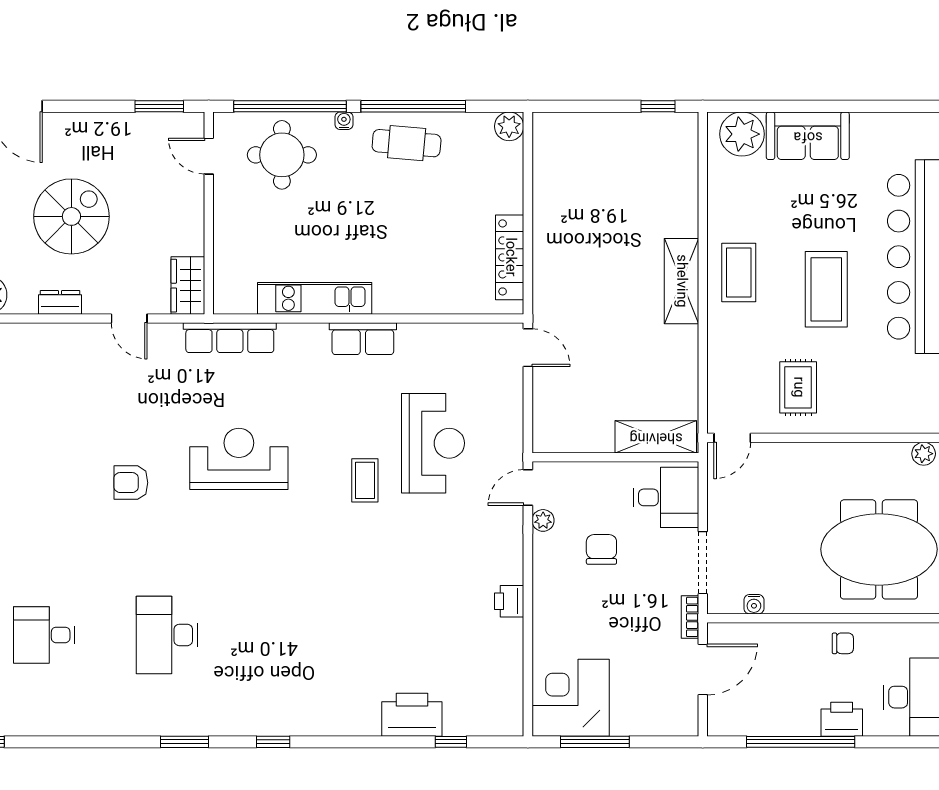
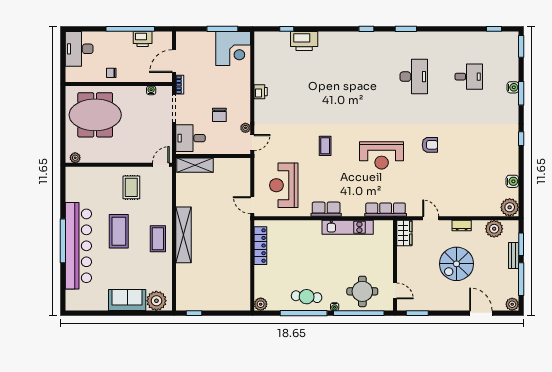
shelving: (681, 281) -> (184, 235), width x1.47
reception desk: (433, 443) -> (284, 185), moved
printer: (842, 719) -> (143, 39), moved

